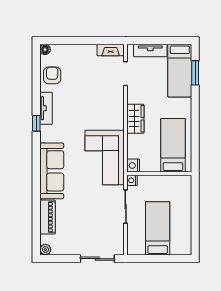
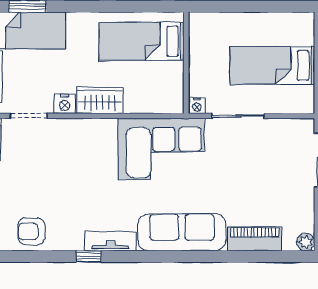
tv unit: (46, 108) -> (111, 241), moved
window: (36, 123) -> (88, 256), moved
nightstand: (133, 166) -> (65, 104), moved

